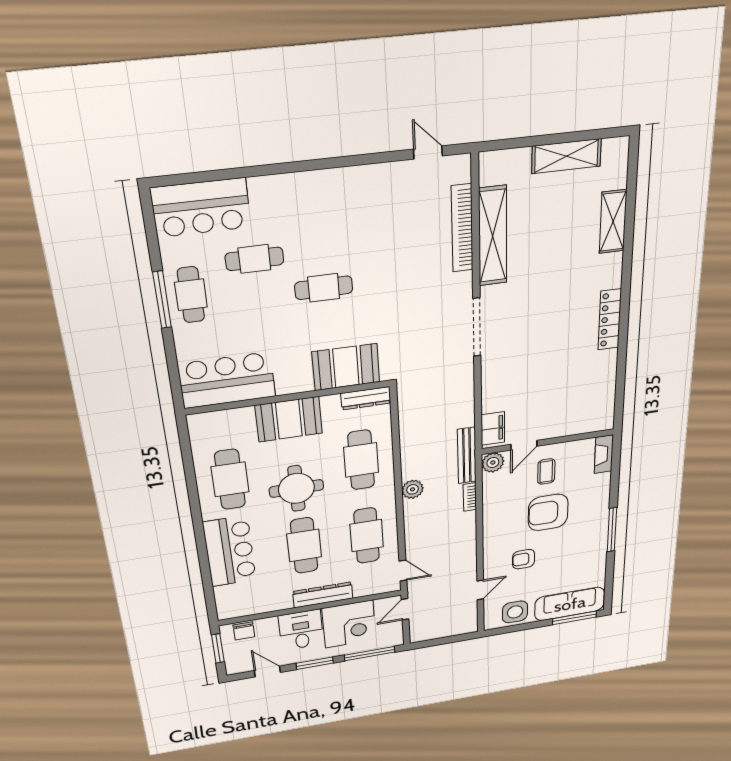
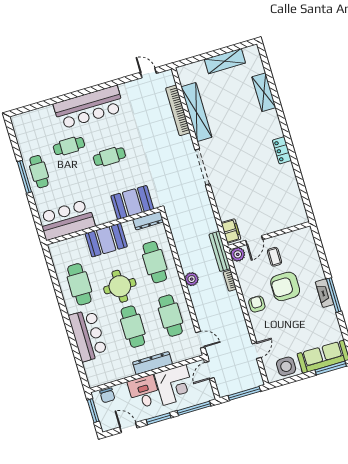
bar counter: (201, 208) -> (89, 107), moved, width x1.36
locker: (610, 319) -> (282, 150), width x0.66
fireplace: (604, 454) -> (324, 293), moved
armchair: (524, 559) -> (257, 304), moved, turned 90
window: (446, 640) -> (244, 393), added

